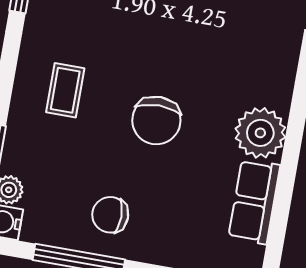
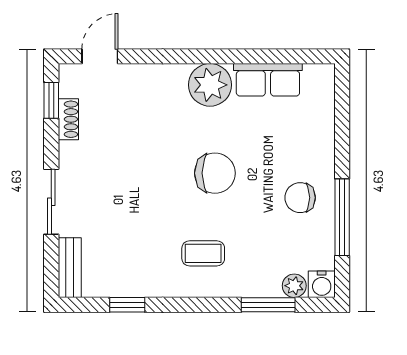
chair: (110, 215) -> (300, 198), turned 90

